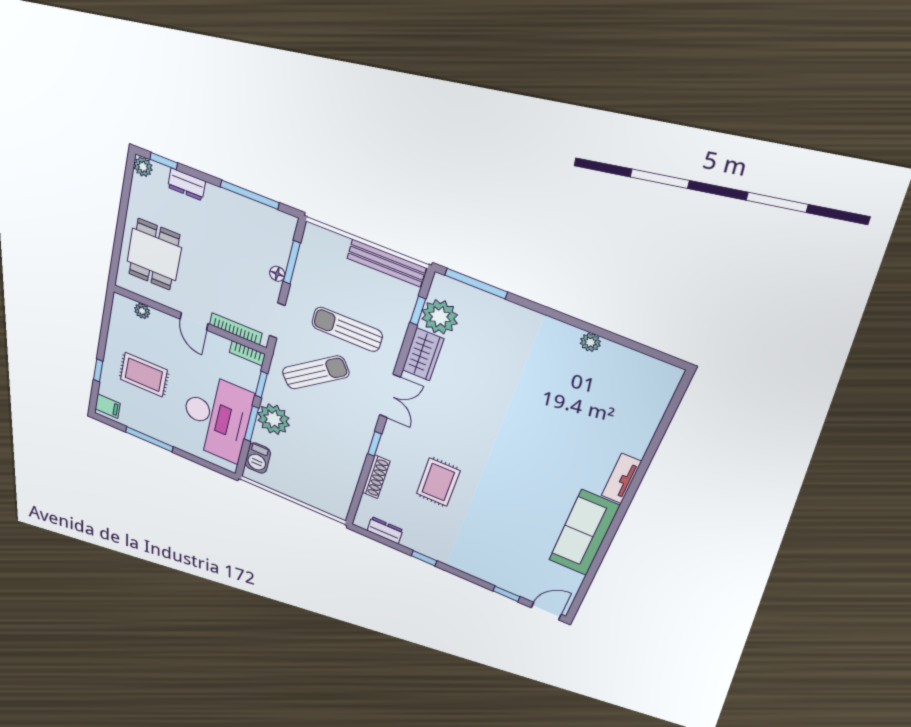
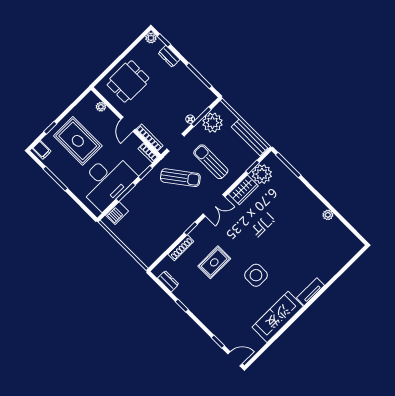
rug: (144, 375) -> (78, 141), width x1.36, depth x1.43
plant: (273, 419) -> (212, 123), moved
side table: (515, 481) -> (256, 275), added

